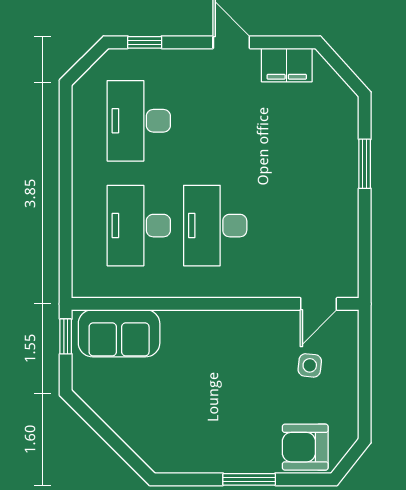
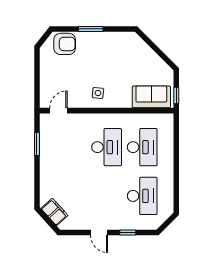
window: (145, 42) -> (128, 232), moved
filing cabinet: (287, 65) -> (54, 212), moved, turned 48
window: (365, 164) -> (37, 144), moved
side table: (310, 365) -> (98, 93), moved

